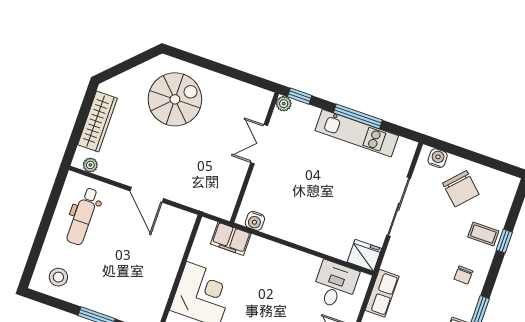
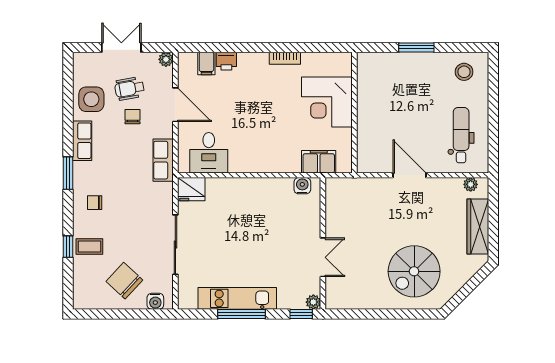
chair: (463, 275) -> (95, 203), turned -92

